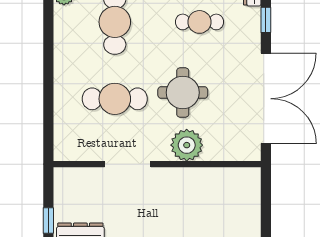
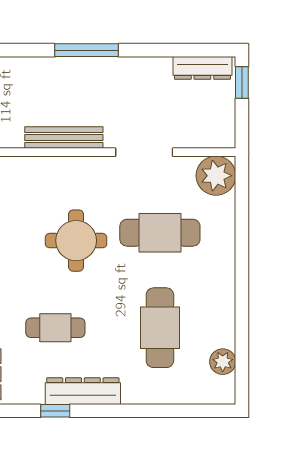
plant: (187, 145) -> (216, 176), moved
bench: (193, 176) -> (64, 138), added

